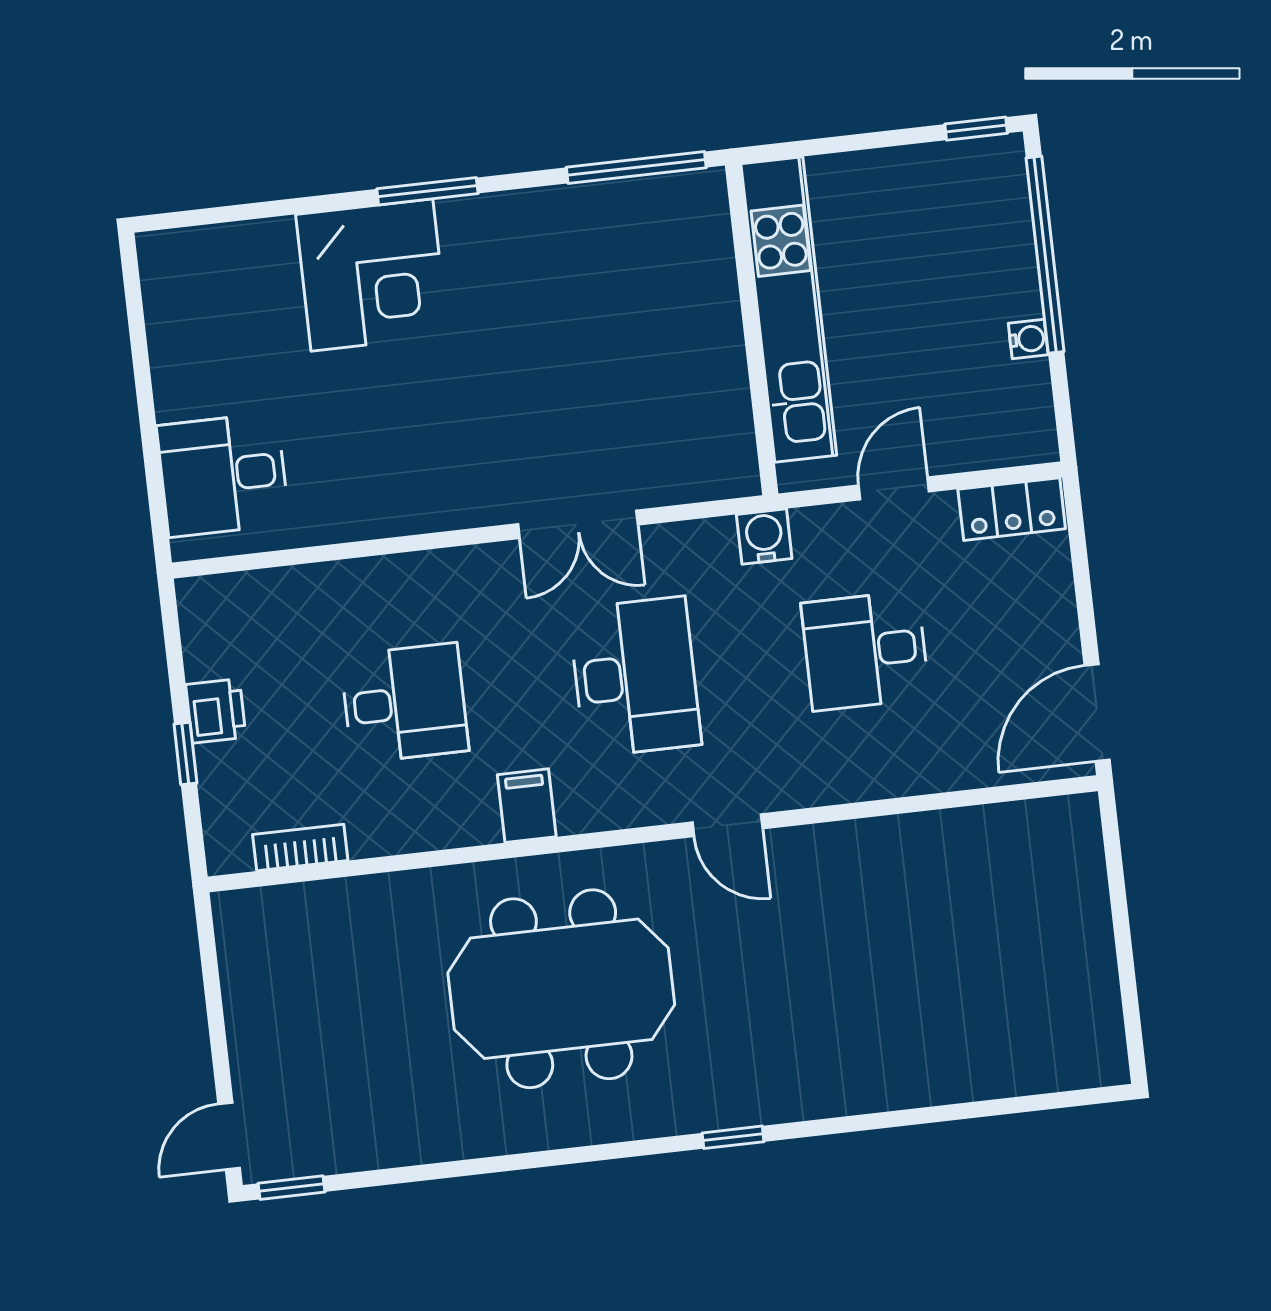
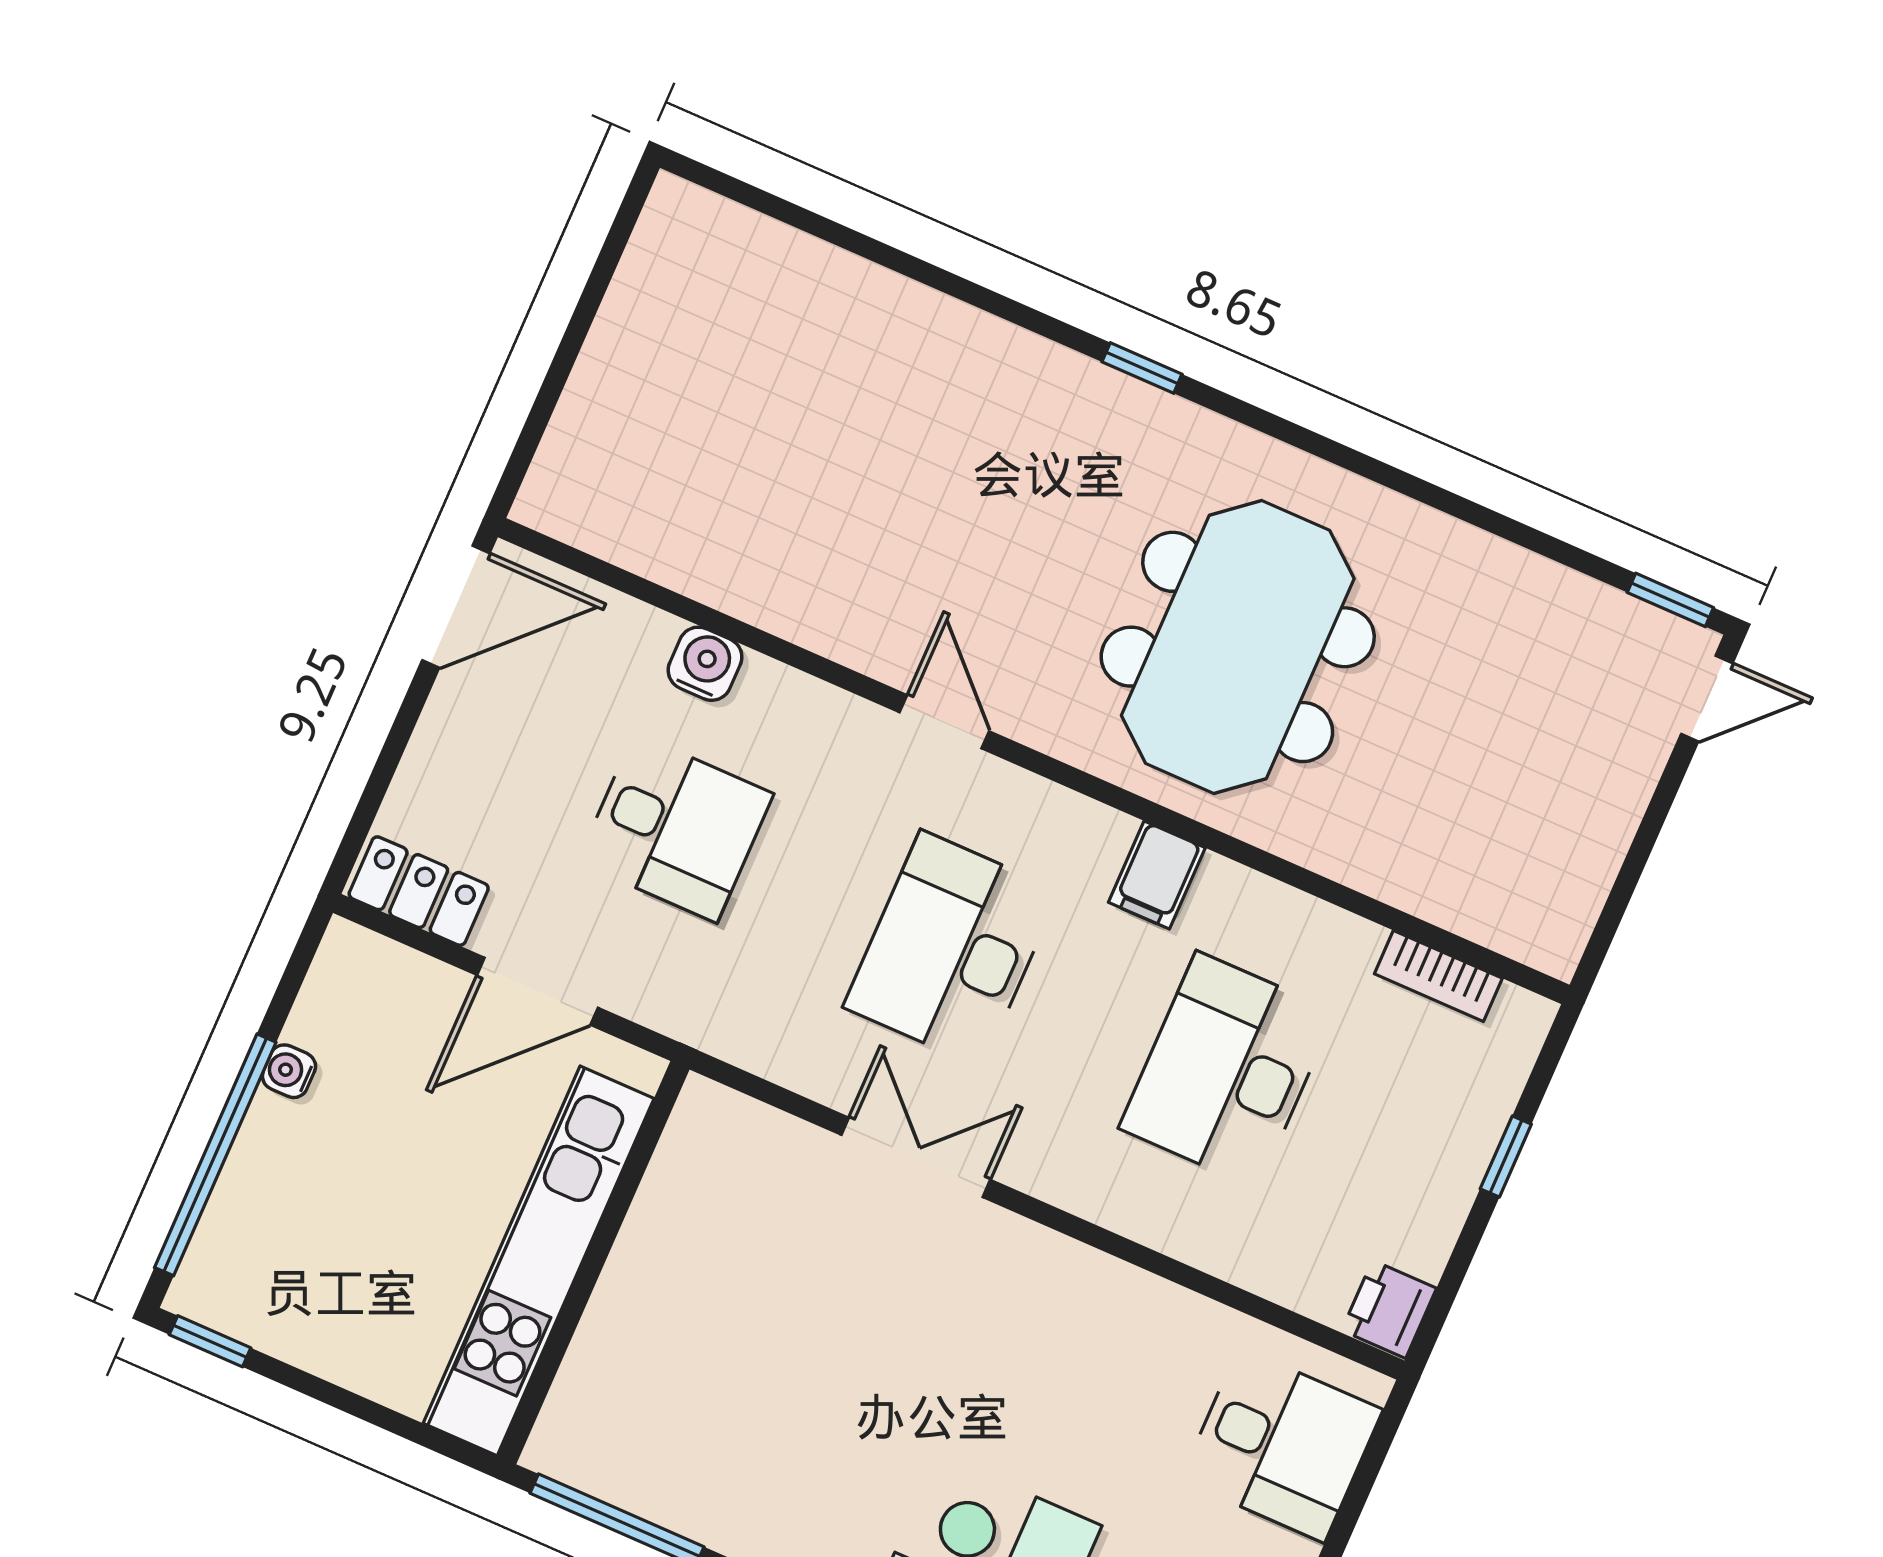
door: (894, 488) -> (537, 991), width x1.38
water cooler: (764, 536) -> (705, 664), moved, turned 180
desk: (404, 703) -> (1227, 1070), width x1.37
printer: (216, 711) -> (1389, 1309), moved
meeting table: (561, 989) -> (1238, 647), turned 90

